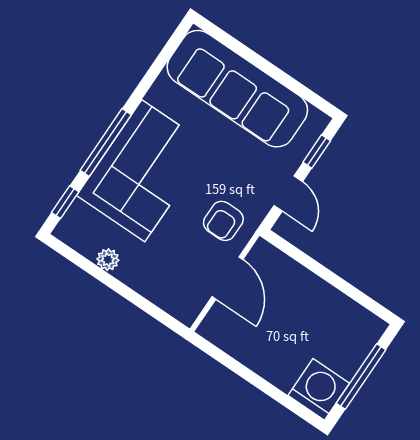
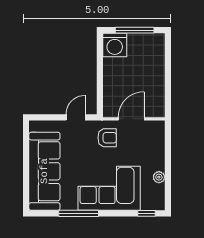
window: (106, 142) -> (79, 213), moved
window: (317, 152) -> (48, 117), removed
washing machine: (319, 389) -> (115, 45), moved, turned -90

